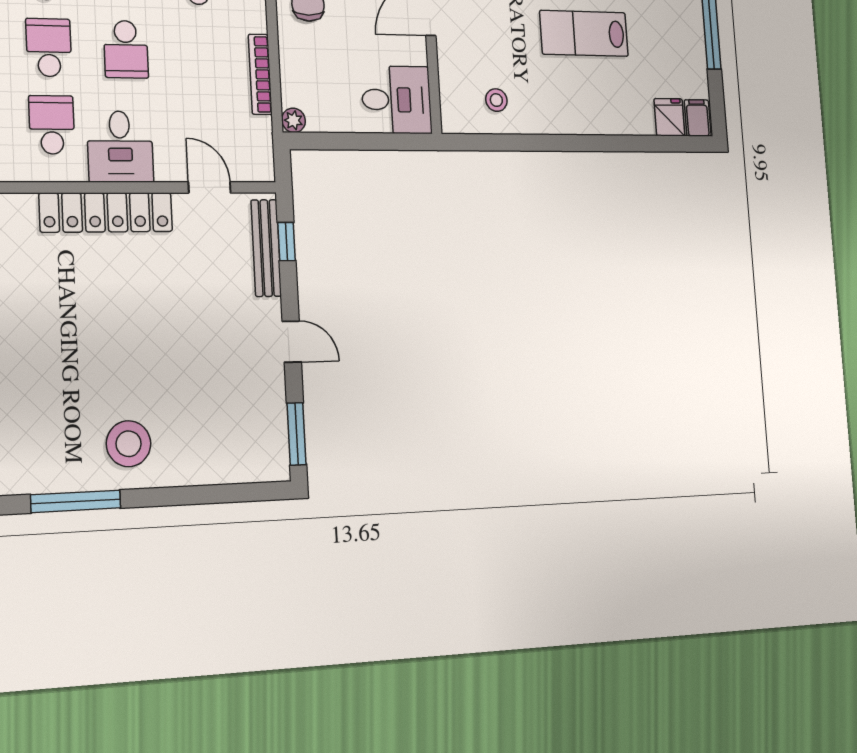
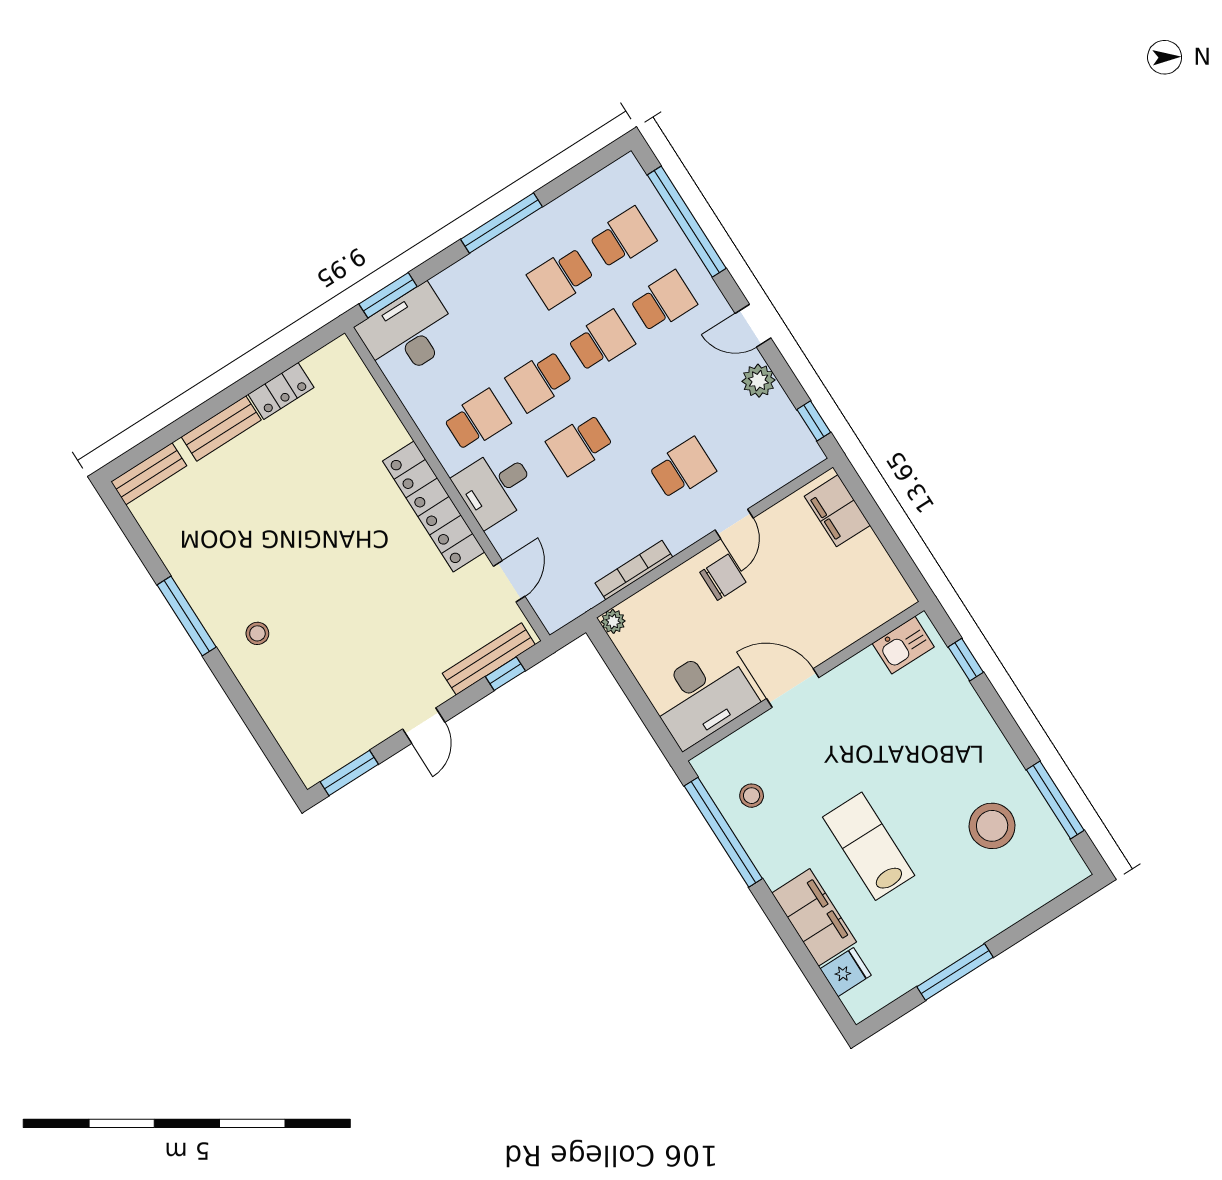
school desk: (49, 48) -> (539, 381), turned 180
desk: (397, 100) -> (702, 696), width x1.37
filing cabinet: (698, 118) -> (814, 917), moved, width x3.00, depth x1.17
window: (513, 143) -> (723, 832), added
stool: (129, 444) -> (257, 633), width x0.53, depth x0.53

